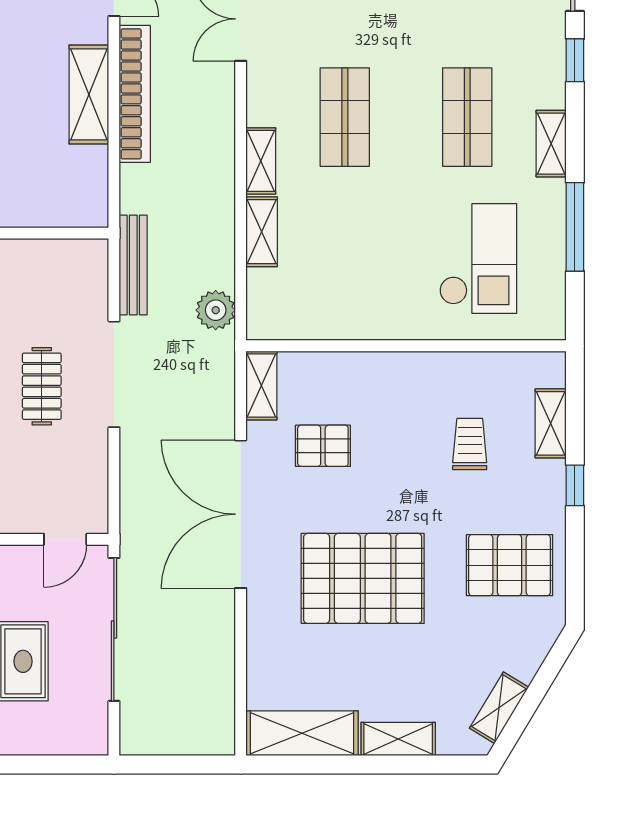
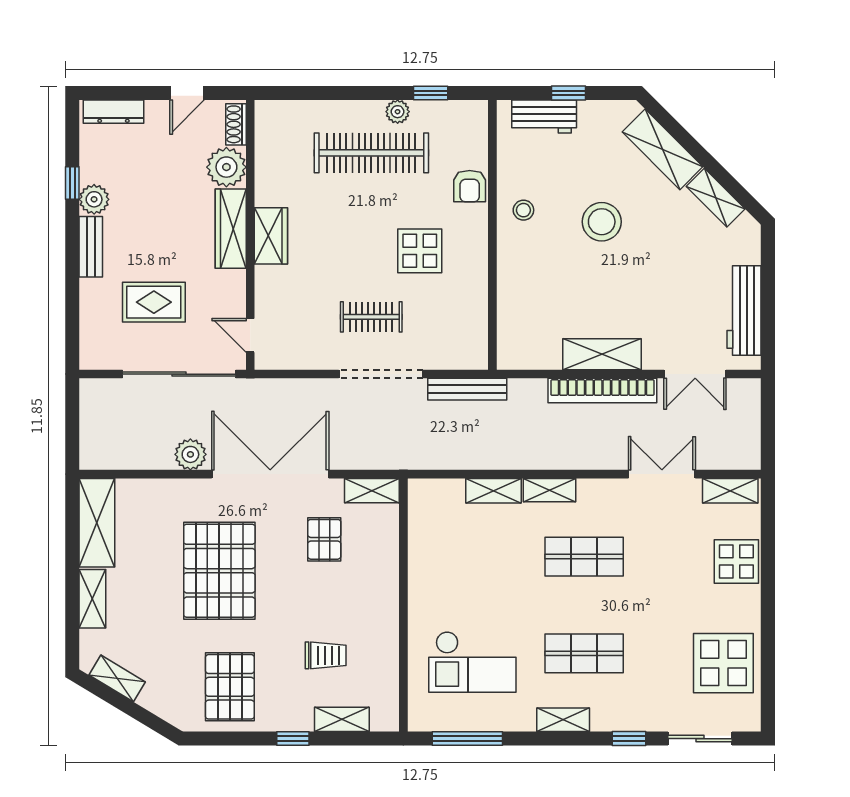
window: (575, 227) -> (467, 739), moved
plant: (216, 310) -> (190, 454), moved

